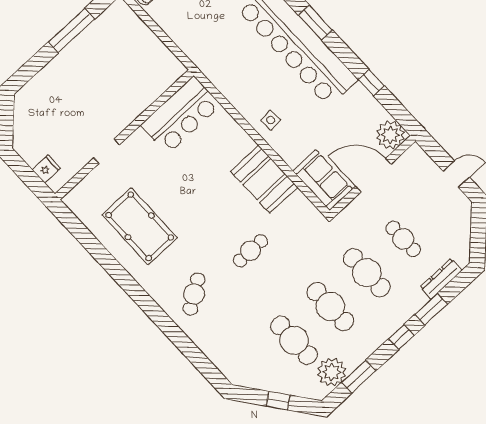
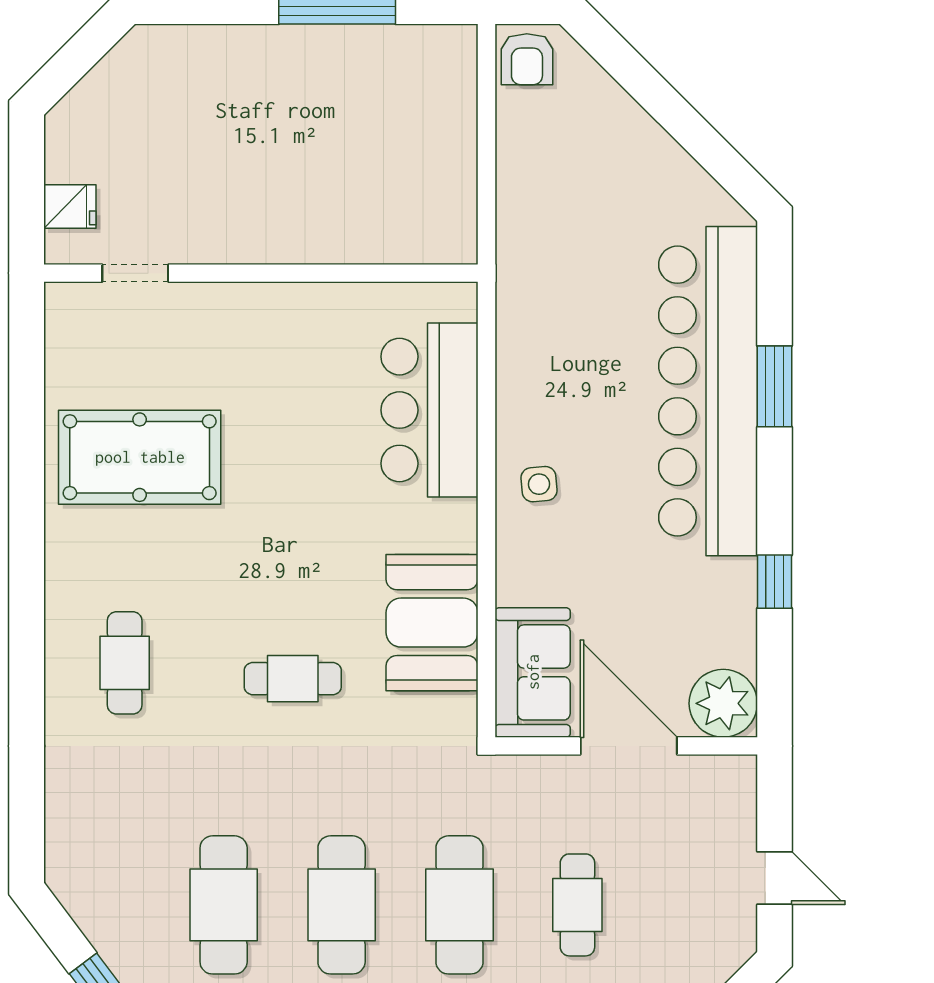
bar counter: (181, 115) -> (429, 410), moved, turned 90
doorway: (107, 151) -> (135, 273), moved
booth: (264, 179) -> (432, 623), moved
pool table: (140, 226) -> (140, 457), turned 90
cafe table: (194, 294) -> (125, 663), turned -57

